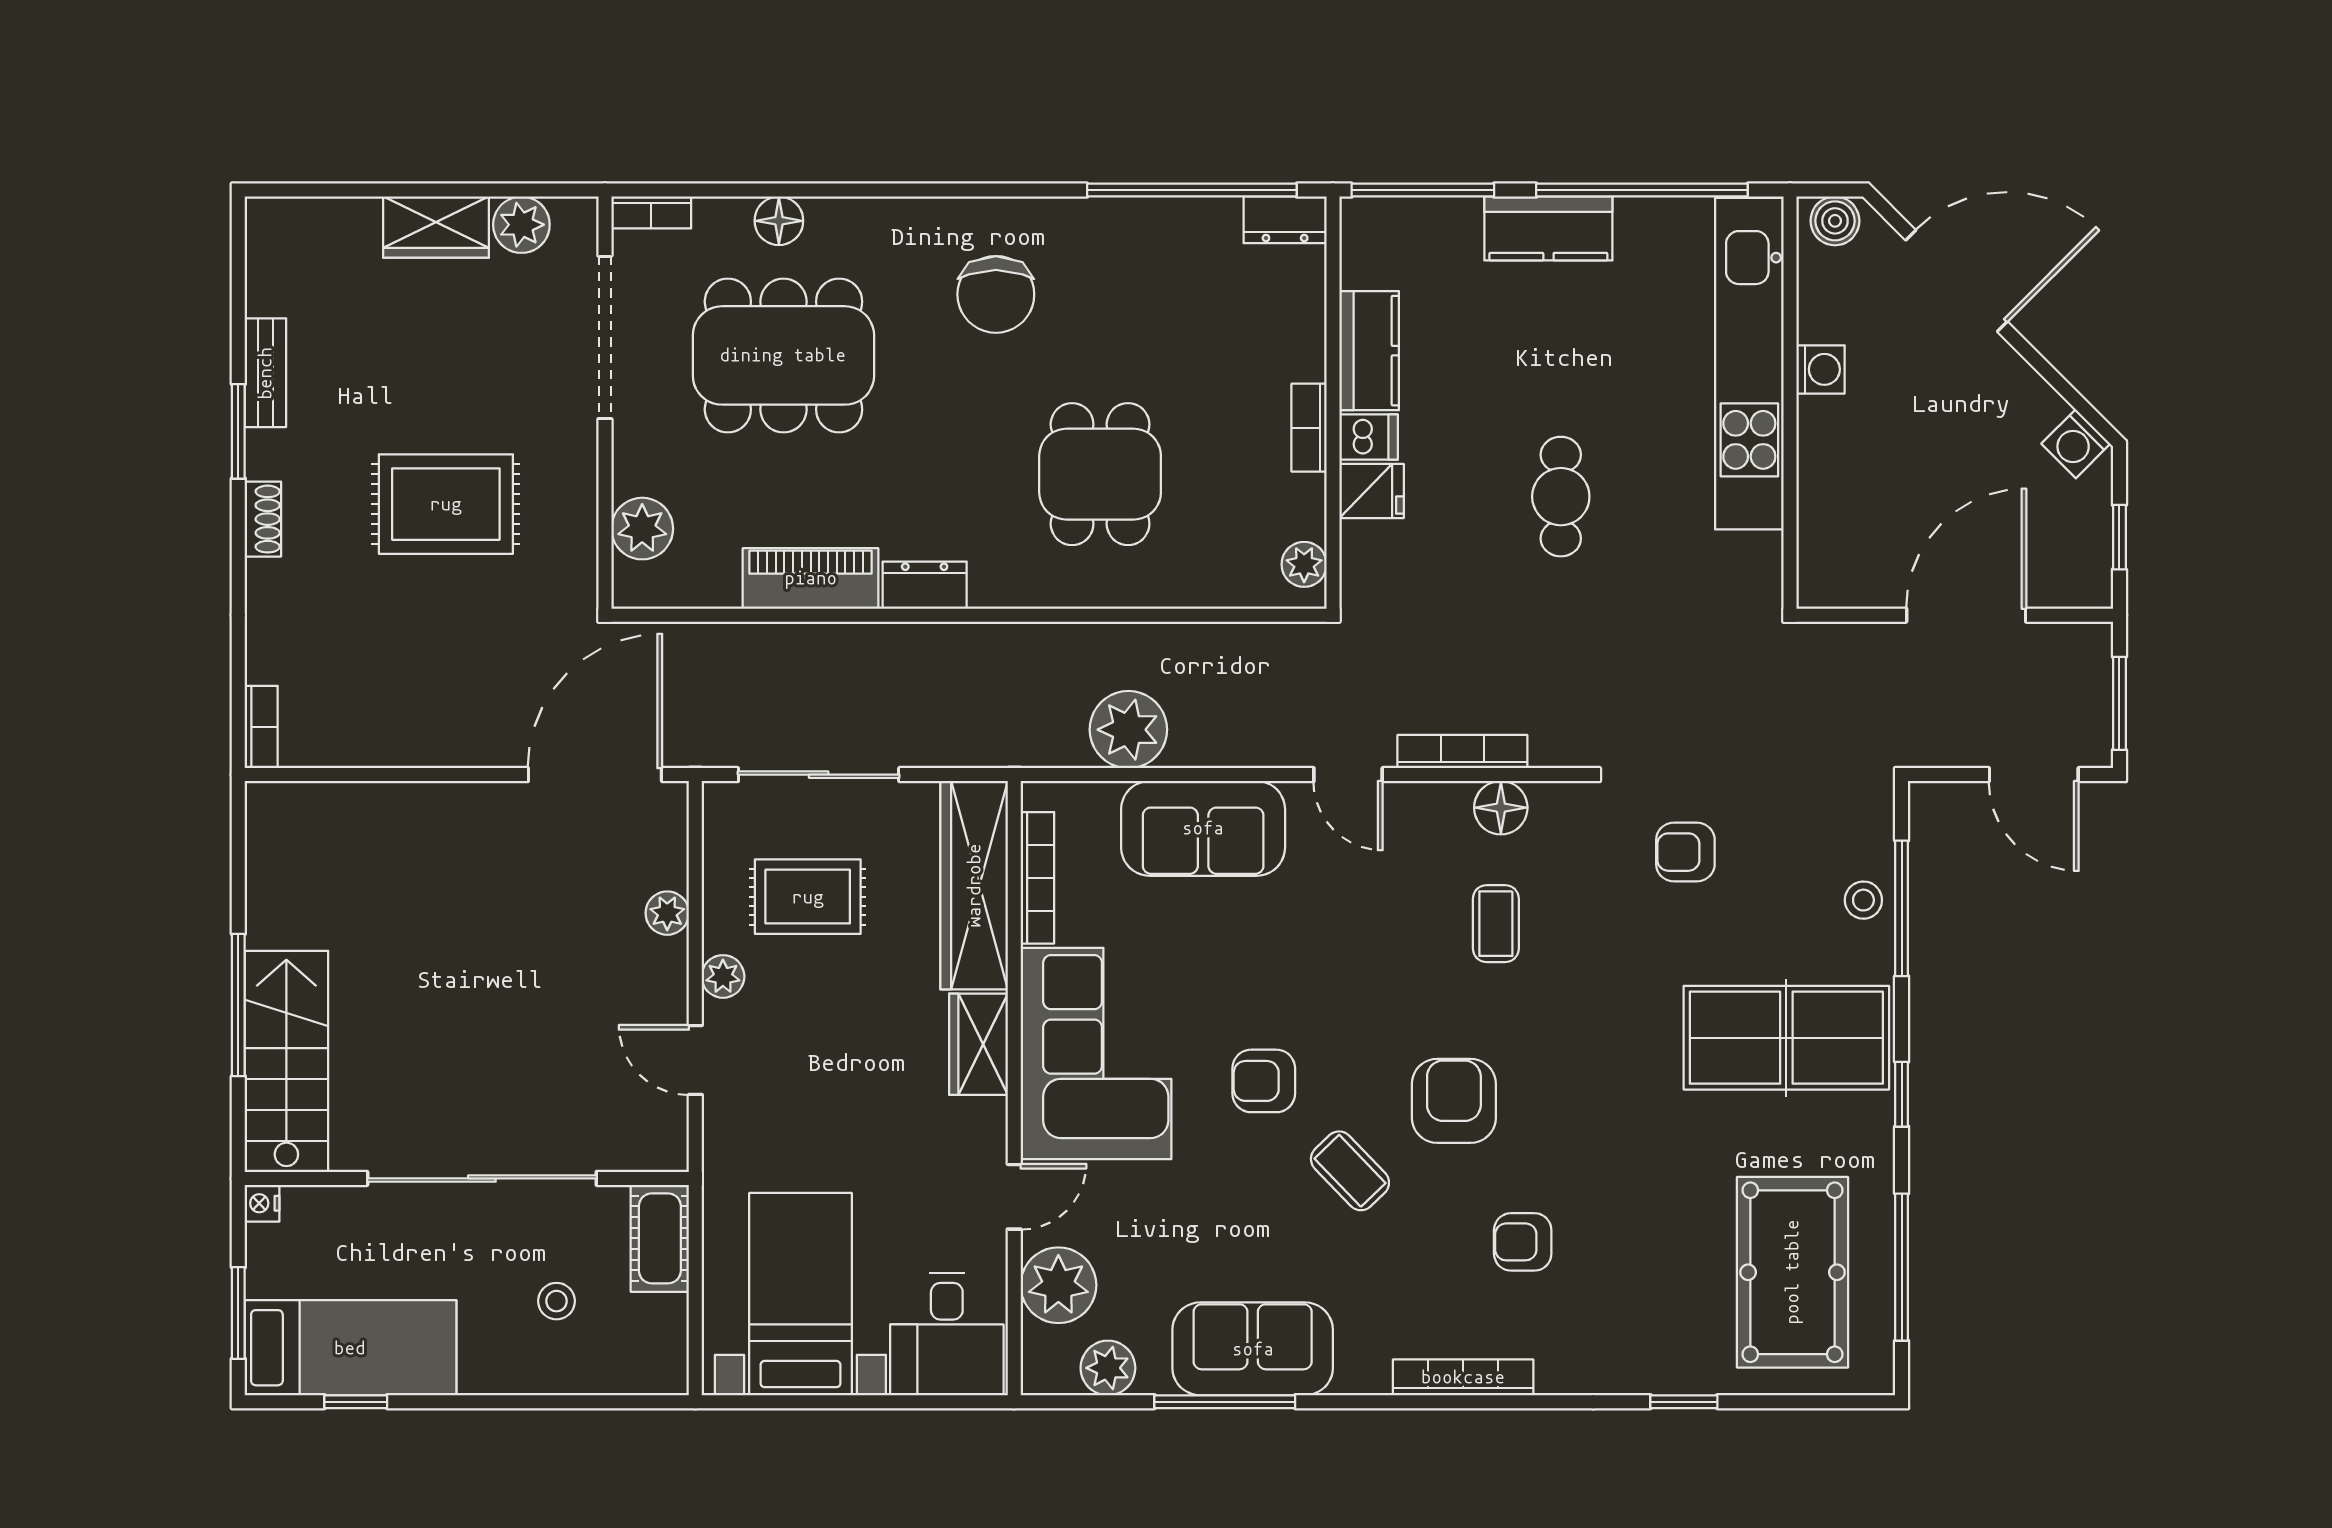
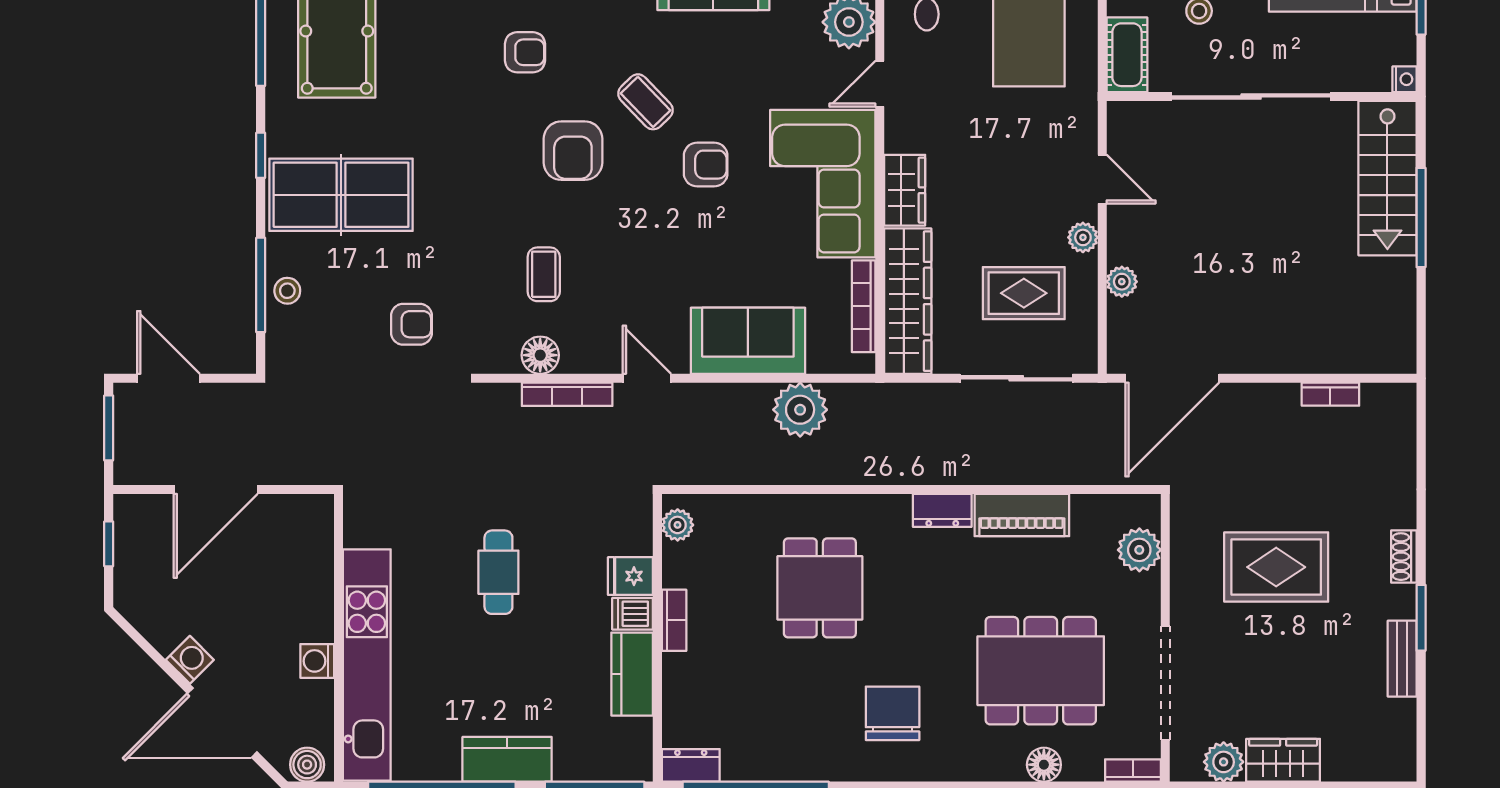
washing machine: (2076, 444) -> (190, 660), moved
bookcase: (261, 727) -> (1330, 394), moved, turned -90

